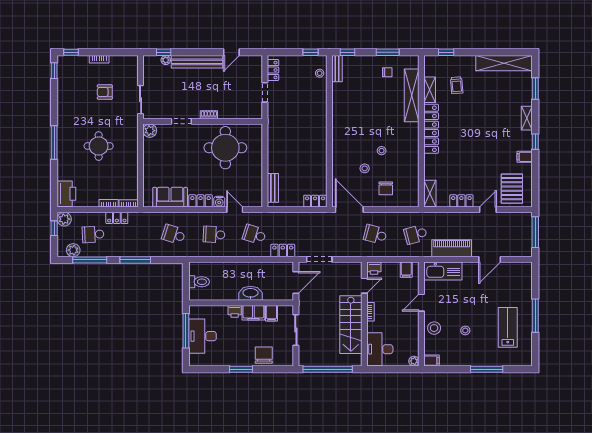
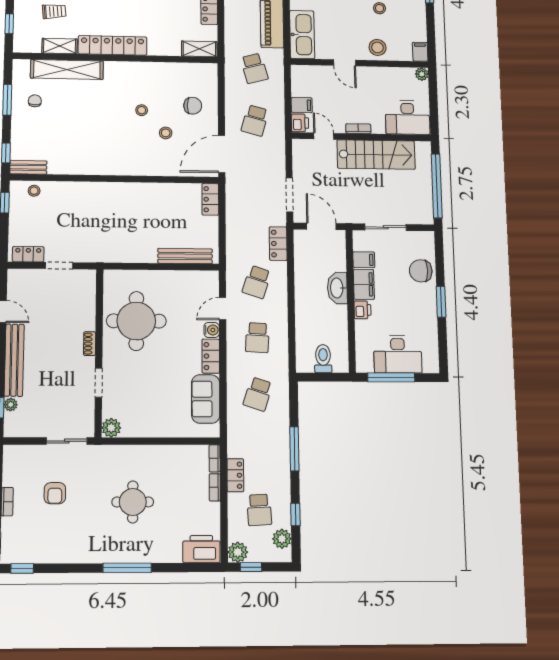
bench: (273, 188) -> (185, 256), width x1.36
window: (90, 260) -> (295, 515), width x0.46
filing cabinet: (406, 270) -> (302, 105), moved

